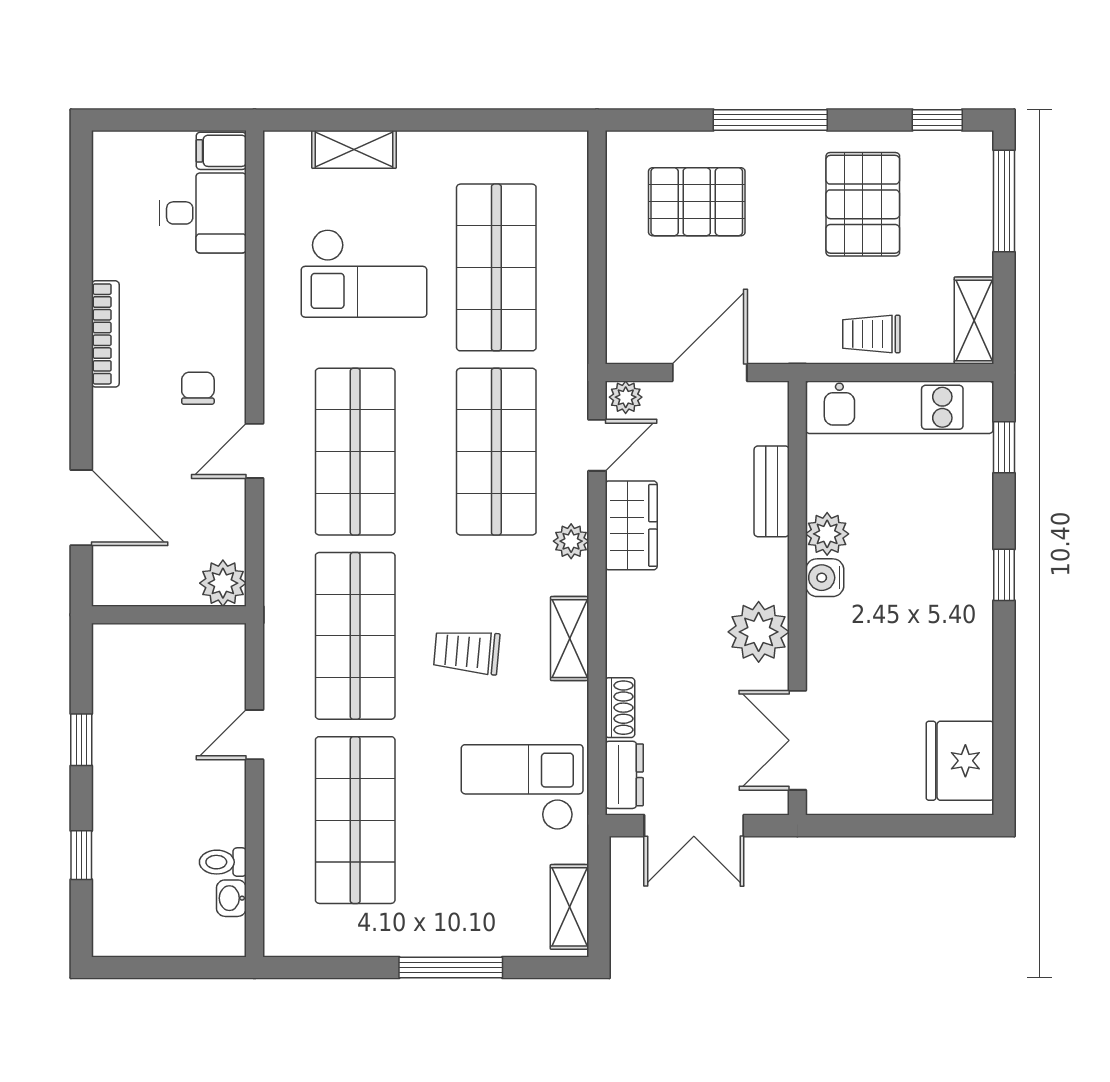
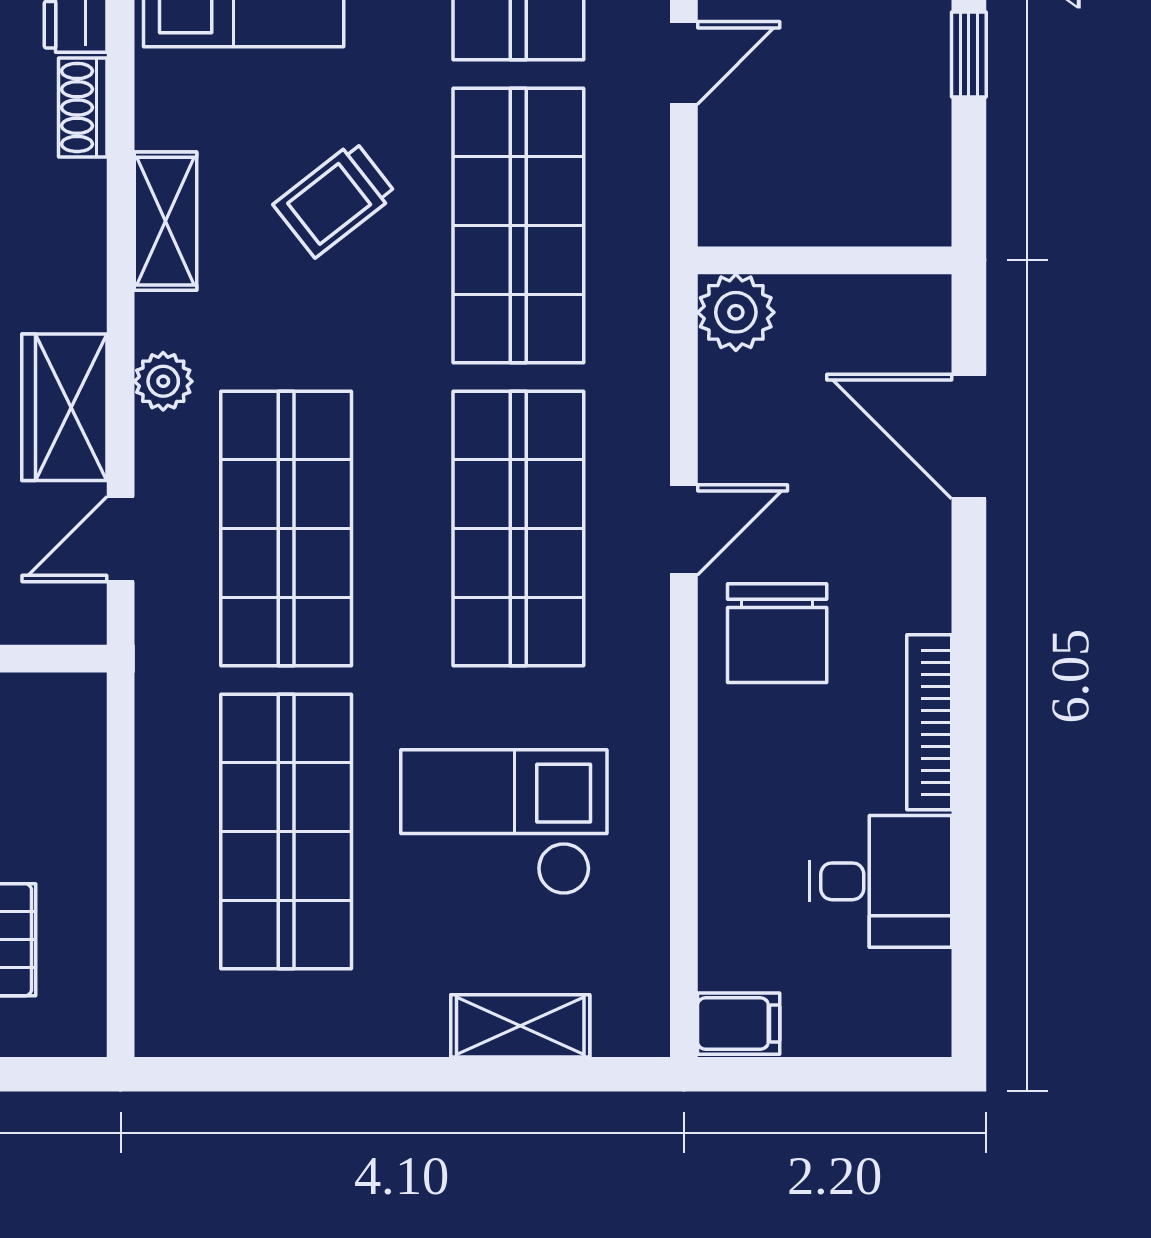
desk: (203, 213) -> (881, 881), moved, turned 180
chair: (198, 388) -> (777, 633), width x1.87, depth x1.87
plant: (626, 397) -> (73, 618), removed
trolley: (467, 652) -> (335, 199), turned 137

